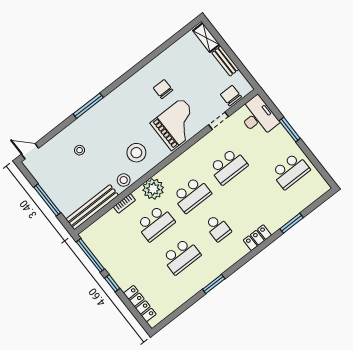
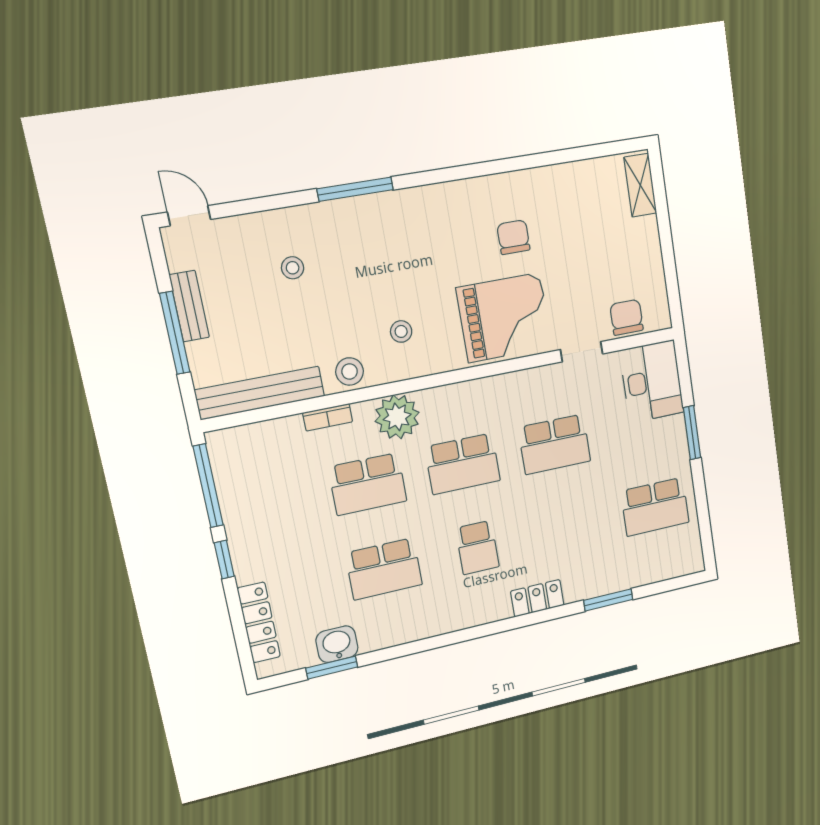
bench: (225, 61) -> (189, 306), moved
stool: (136, 153) -> (401, 331), width x0.53, depth x0.53
window: (214, 284) -> (332, 668), moved
washbasin: (178, 298) -> (337, 644), added

